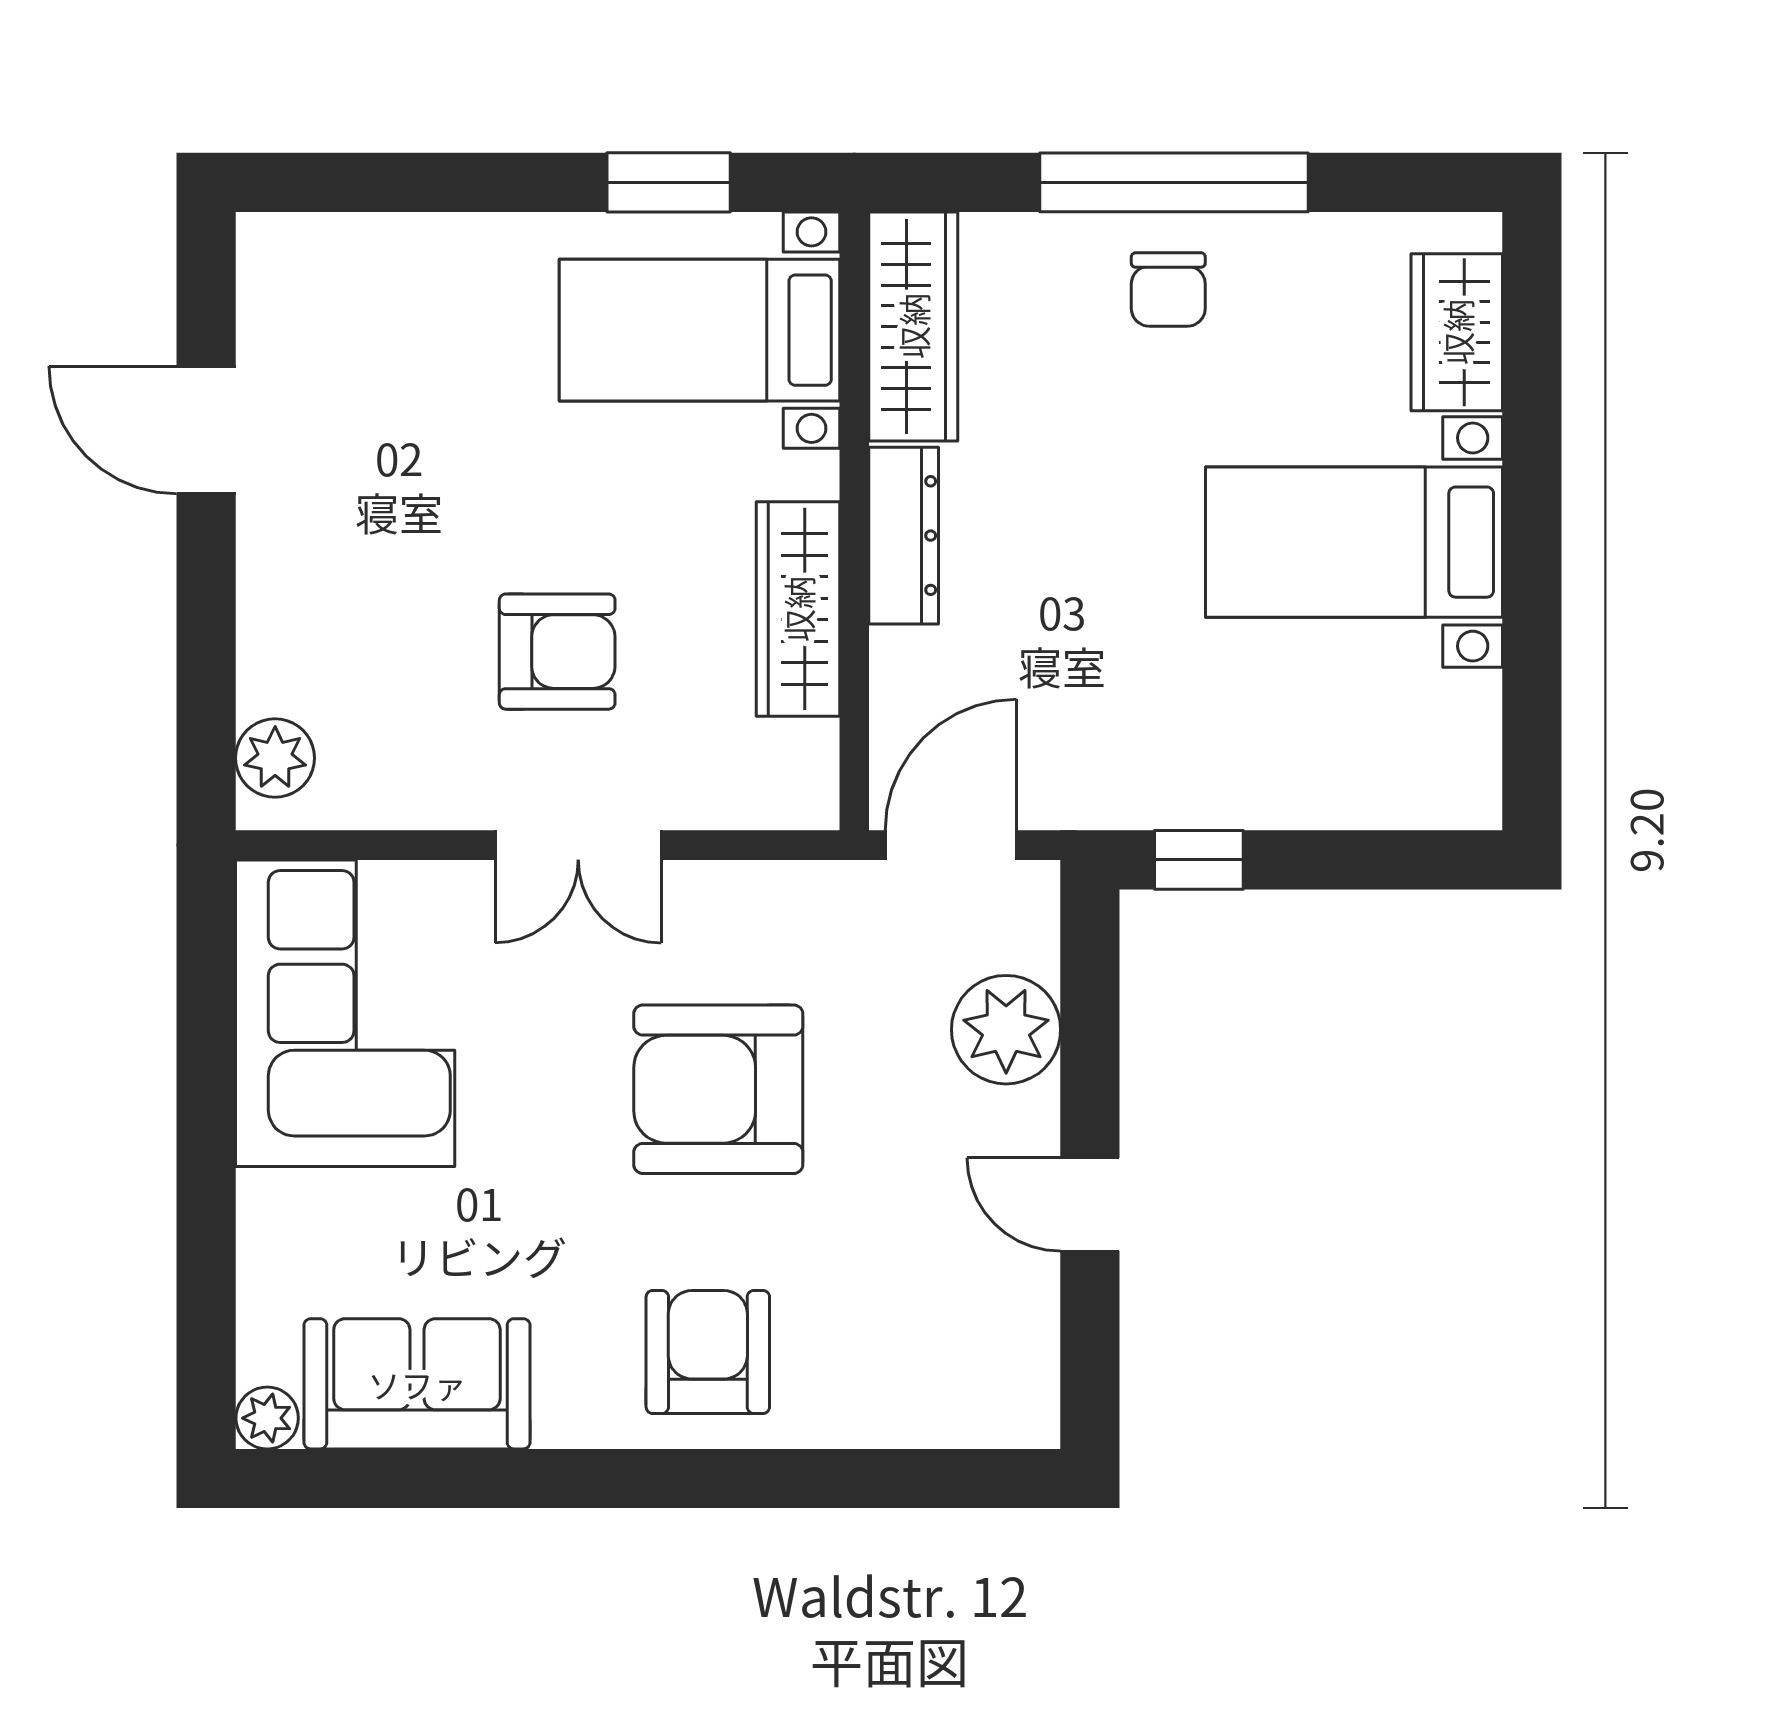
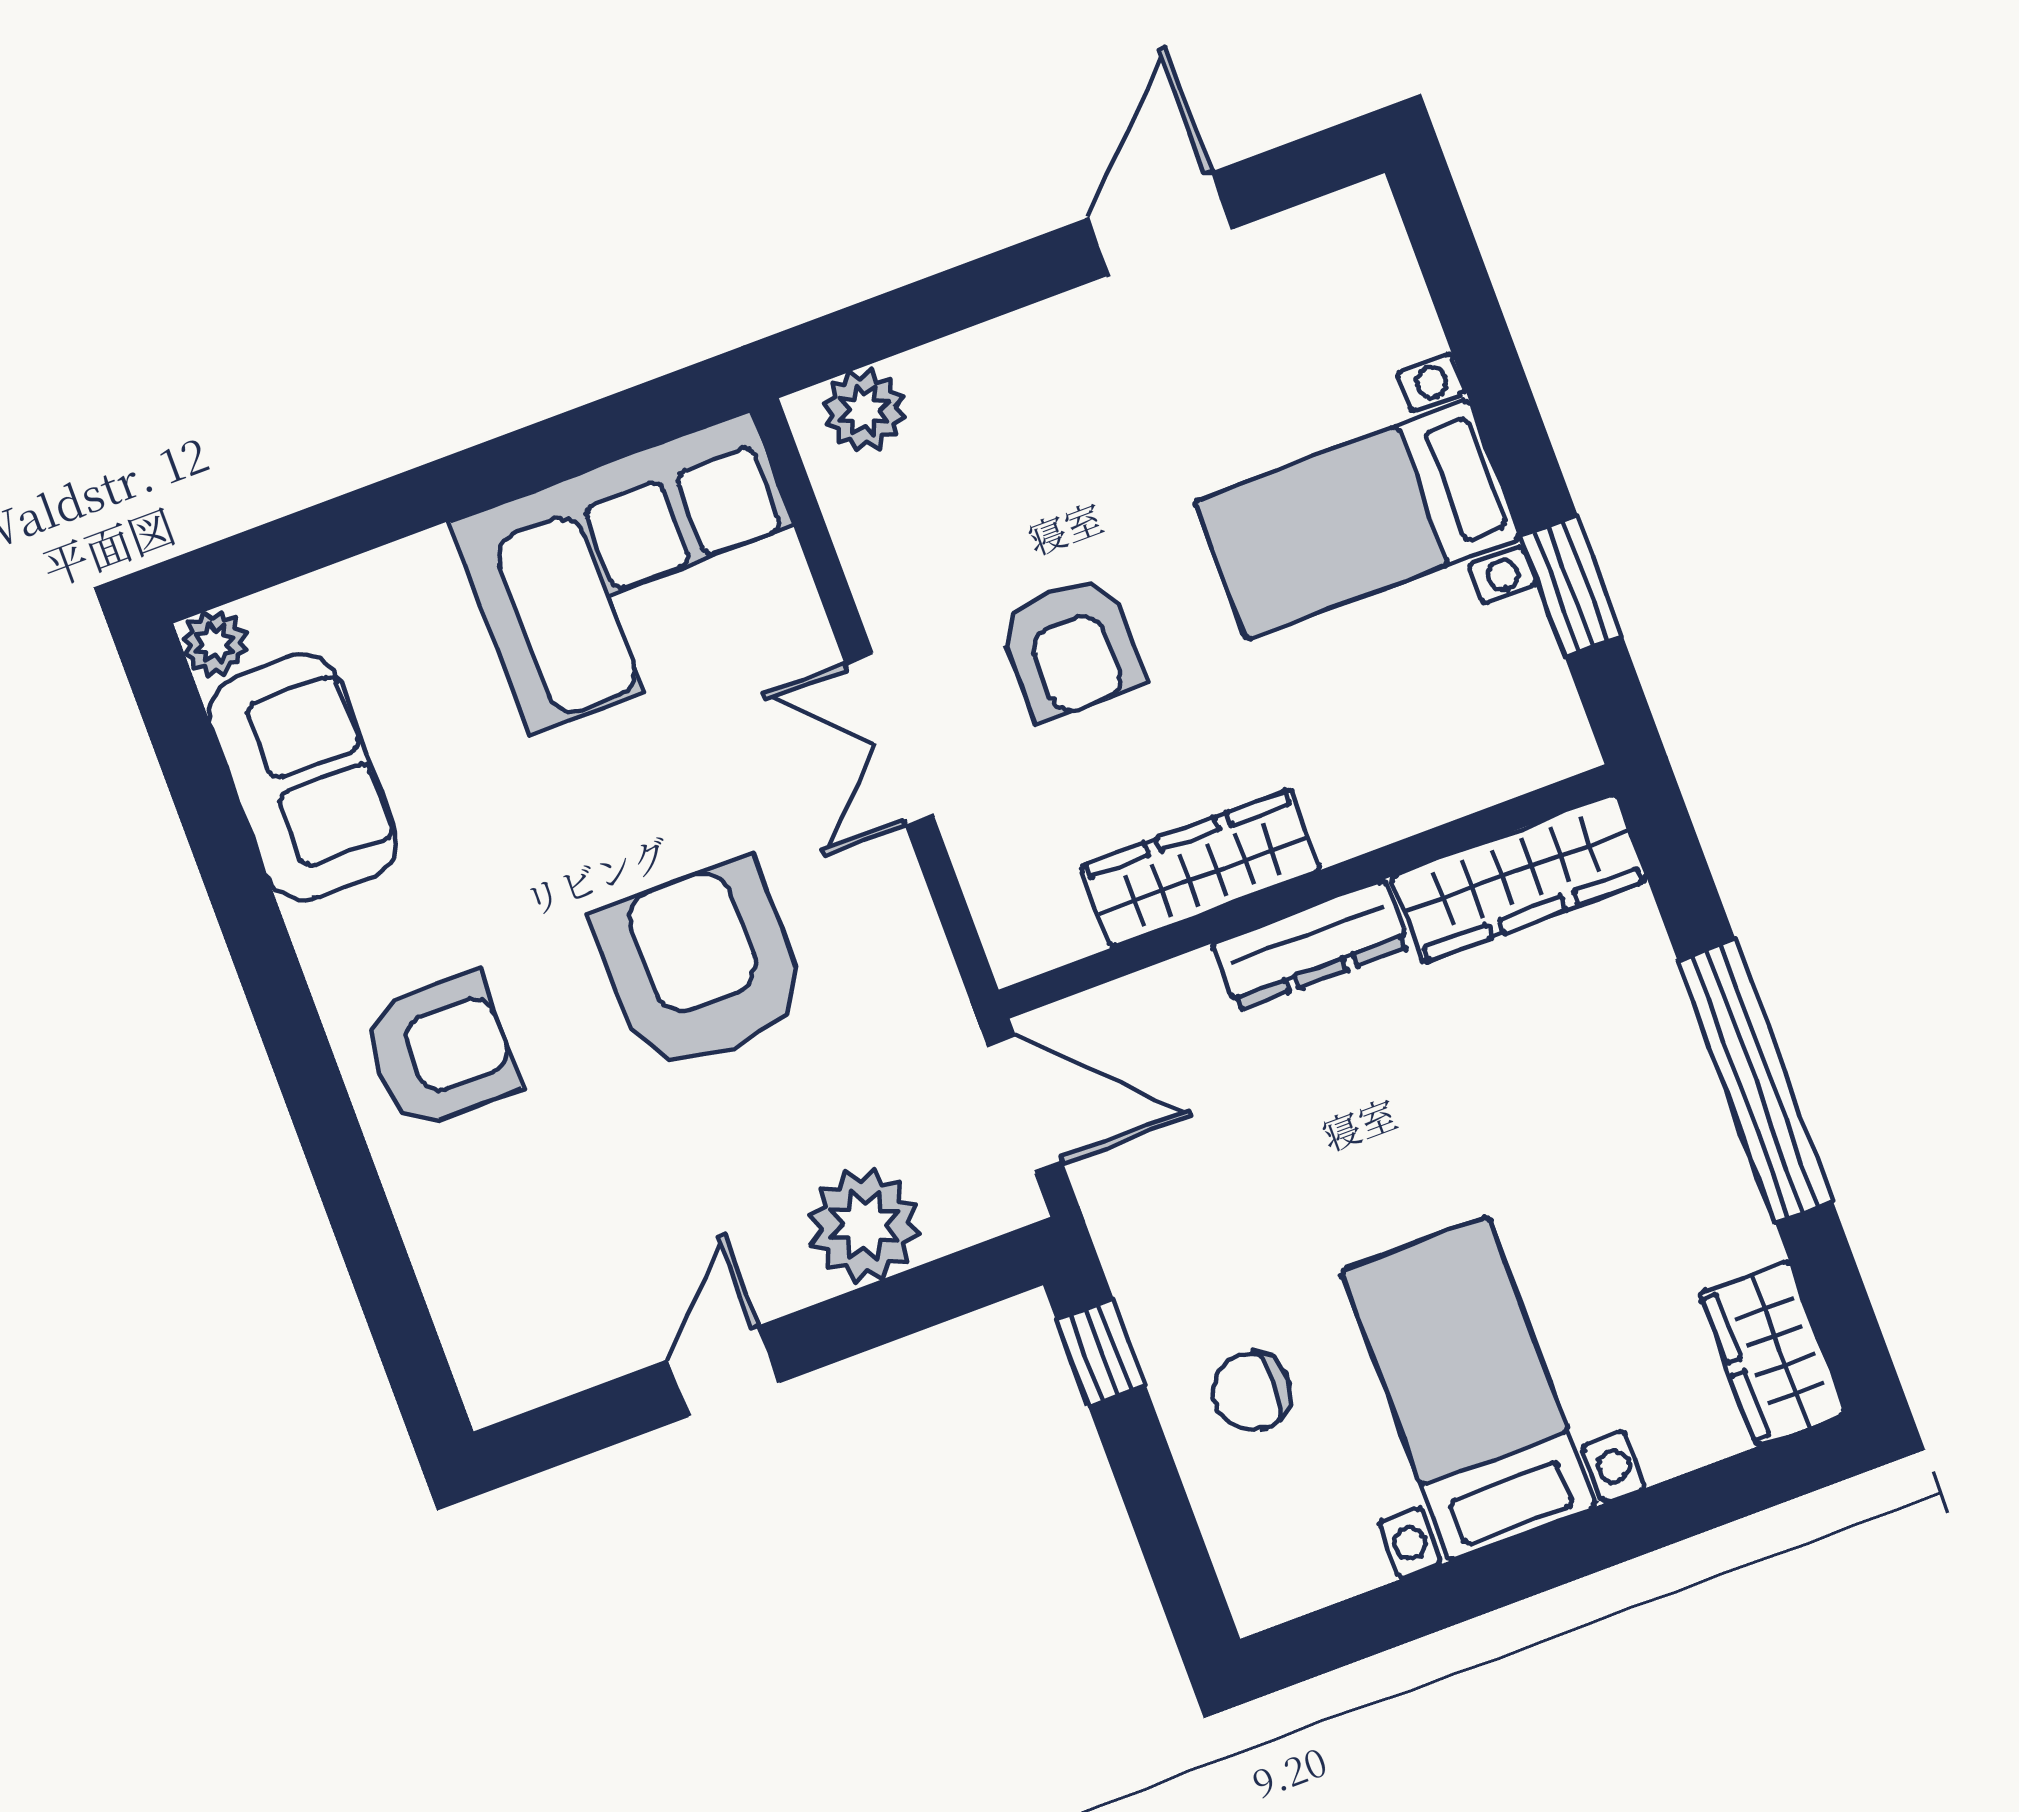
chair: (1168, 290) -> (1252, 1391), moved
bed with nightstands: (699, 330) -> (1357, 520), moved, turned -90
wardrobe: (1457, 332) -> (1773, 1353), moved, turned -90

